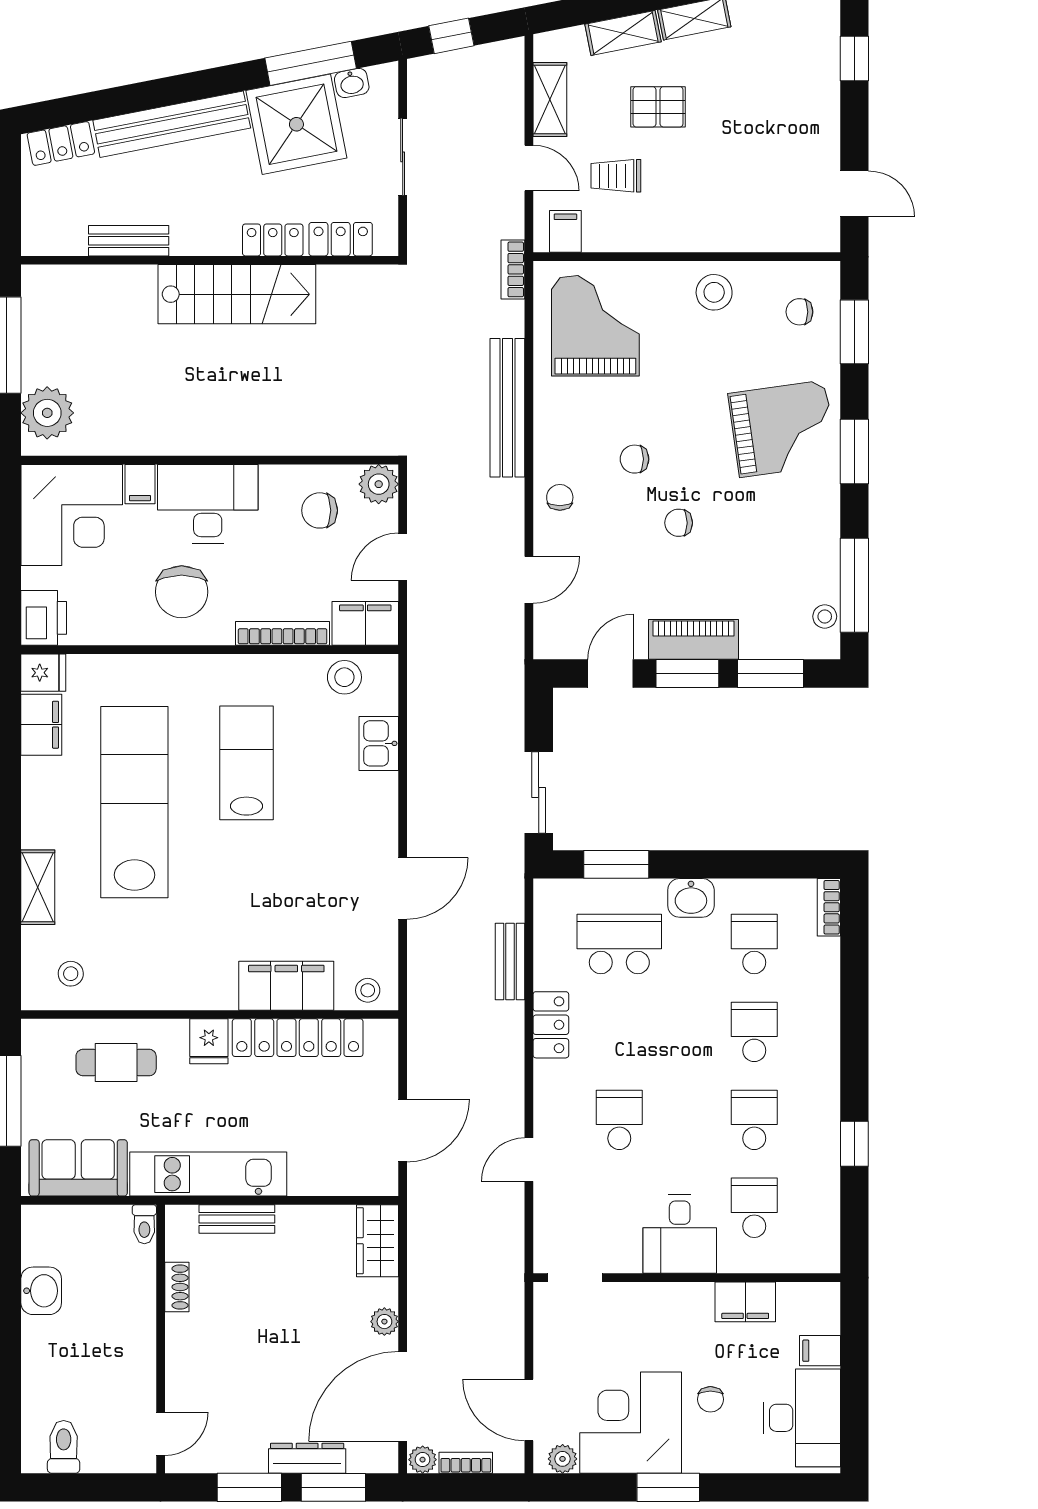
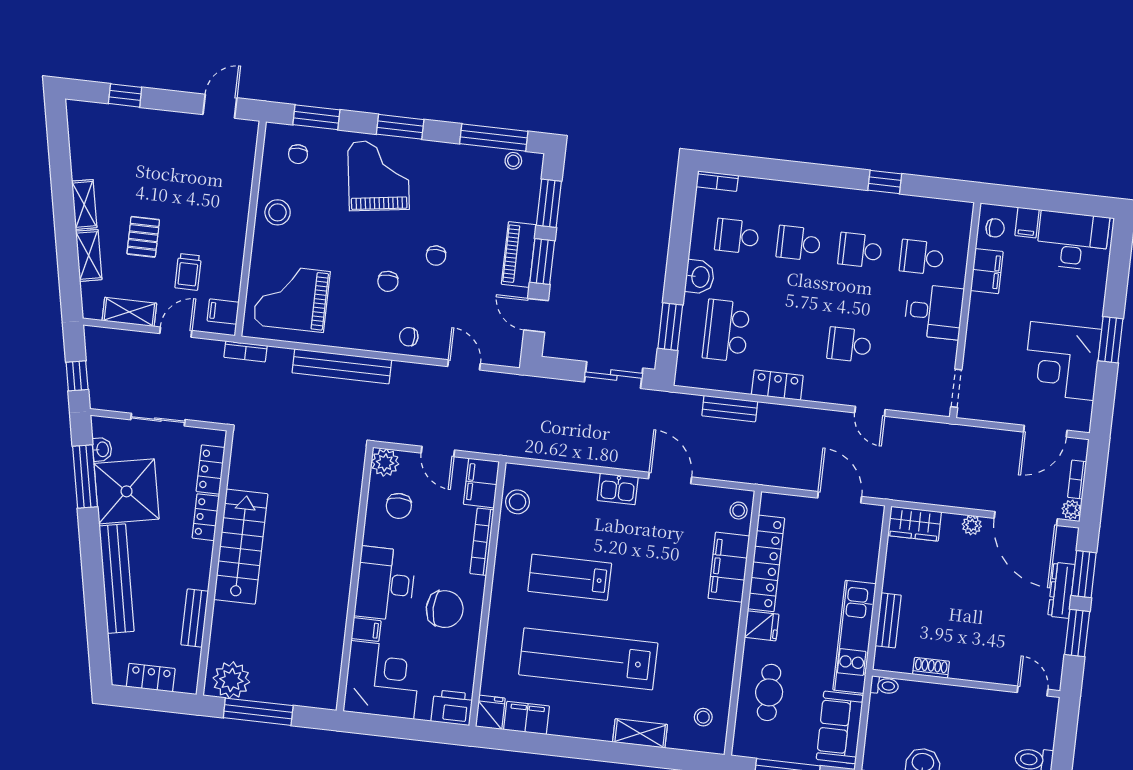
locker: (61, 143) -> (151, 678), moved, turned -79
plant: (47, 413) -> (231, 680), moved
kitchen sink: (379, 743) -> (618, 489), moved
chair: (710, 1399) -> (995, 228), moved
plant: (563, 1459) -> (1082, 412), removed

